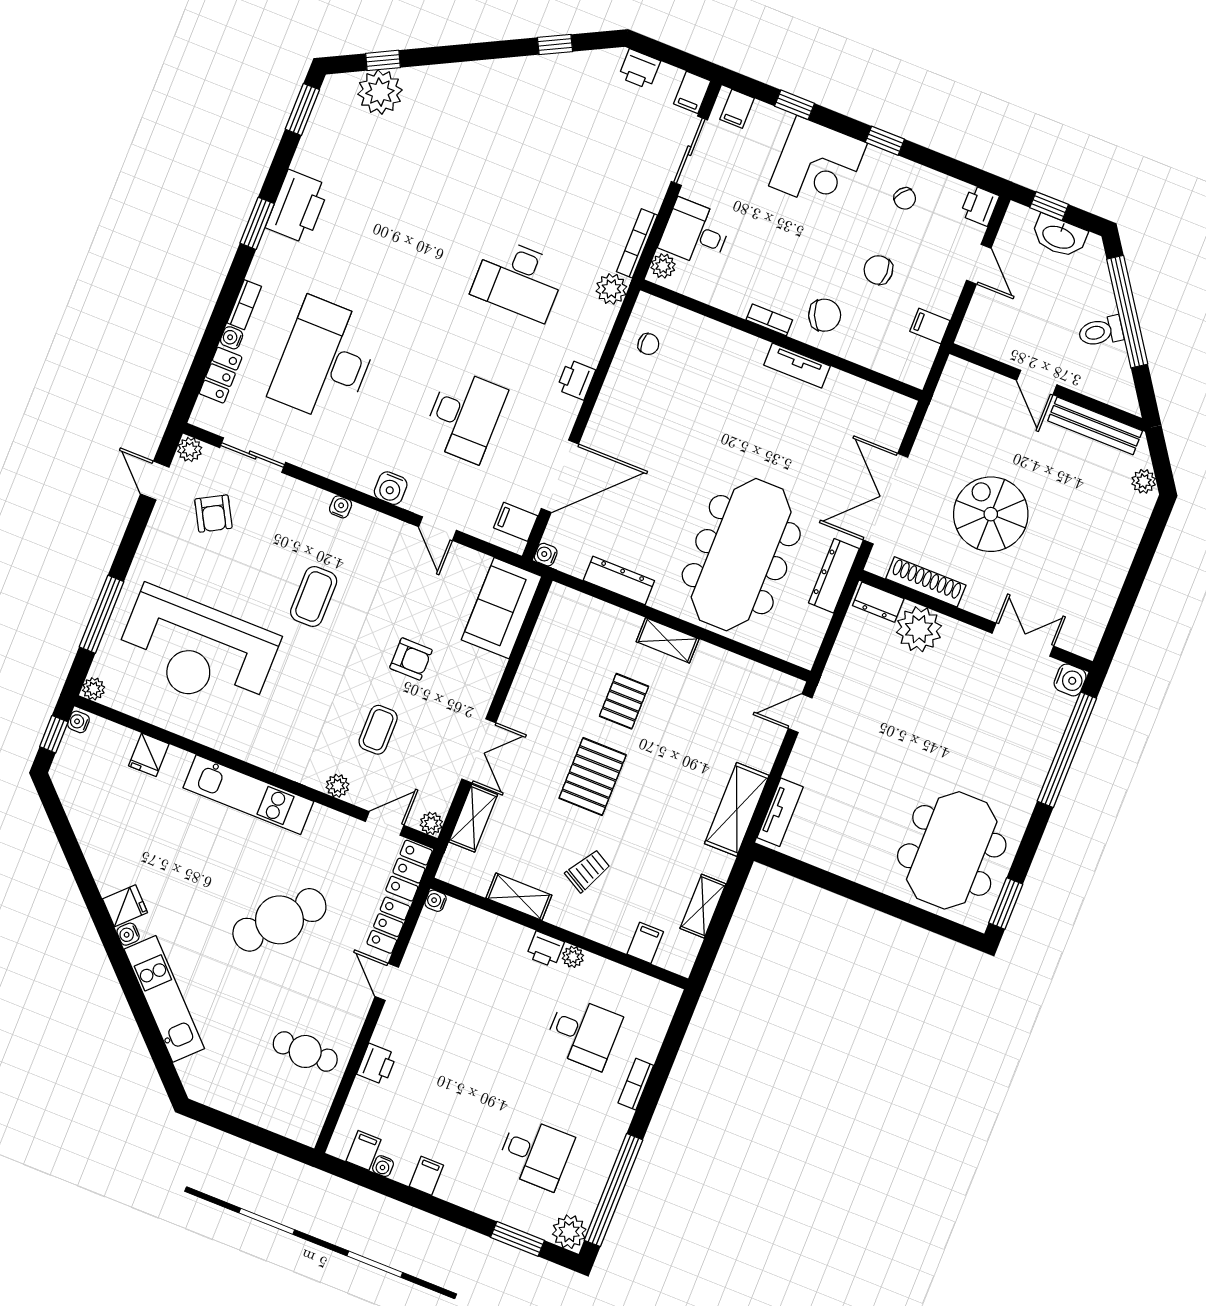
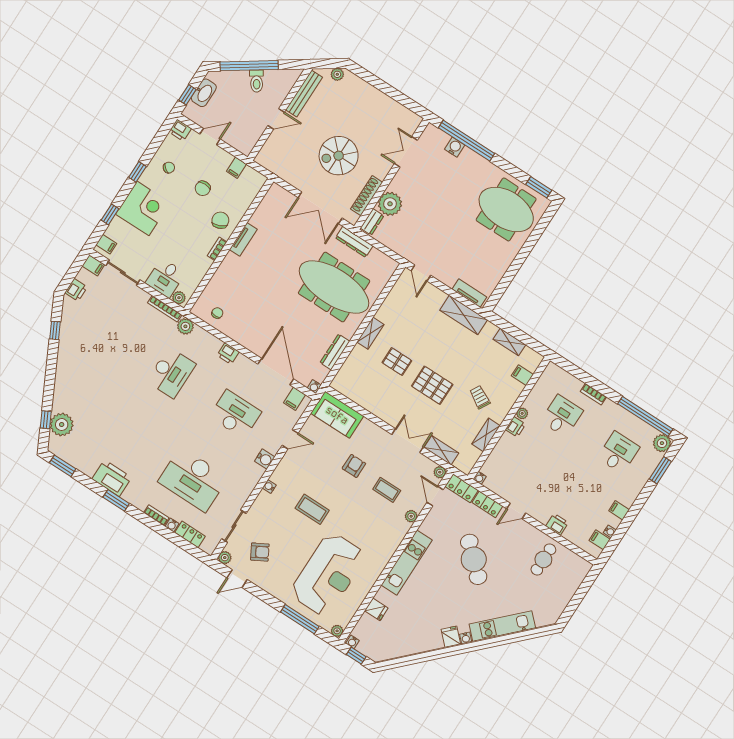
water cooler: (1070, 680) -> (455, 147), moved

